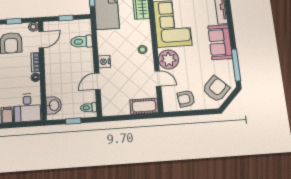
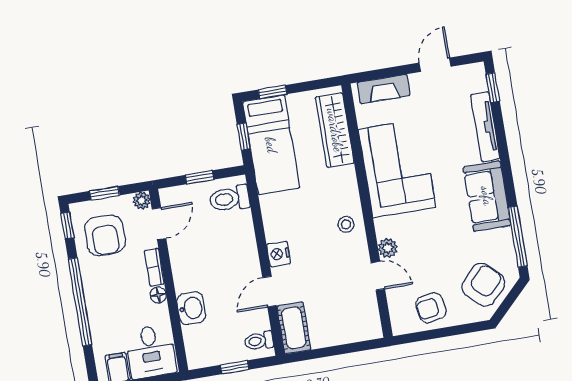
toilet: (81, 42) -> (230, 199), moved
plant: (169, 59) -> (388, 248), width x0.53, depth x0.53
washbasin: (54, 105) -> (191, 308), moved
cot: (144, 106) -> (294, 328), moved, turned 90

